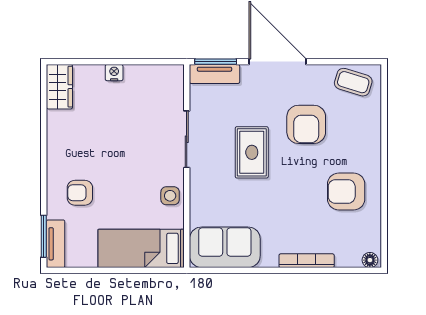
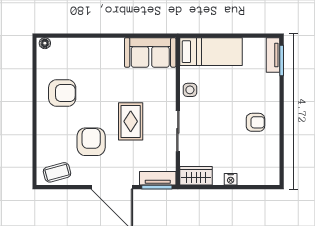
coffee table: (353, 82) -> (57, 172), turned -32
wardrobe: (59, 87) -> (196, 176), moved, turned 90
armchair: (80, 193) -> (255, 122), moved
bookcase: (307, 261) -> (91, 43), removed

